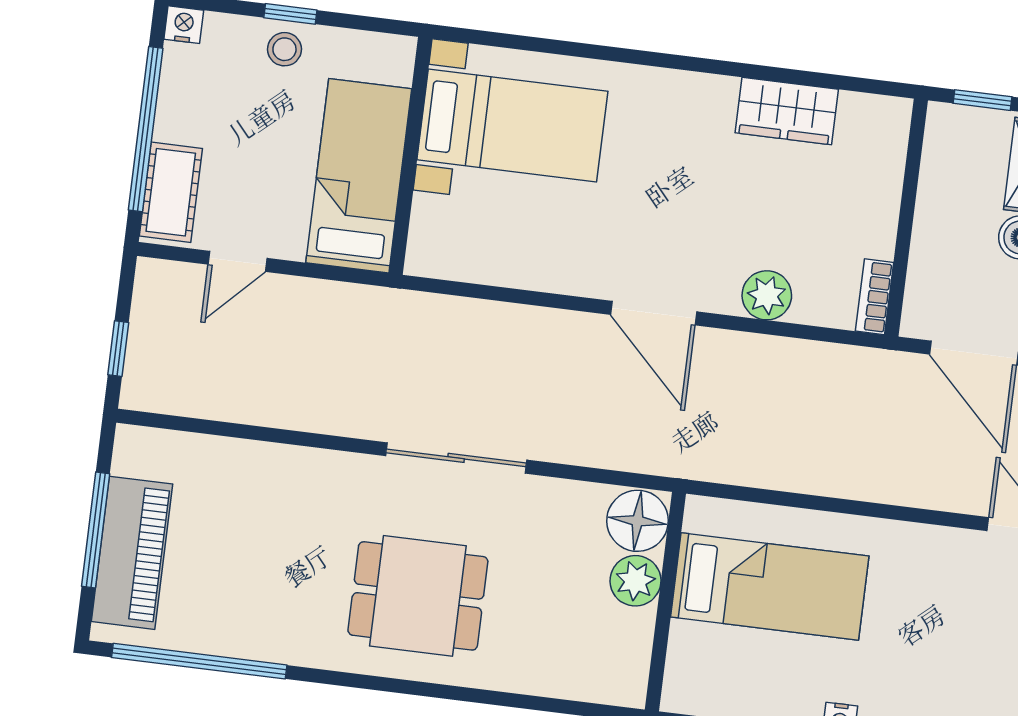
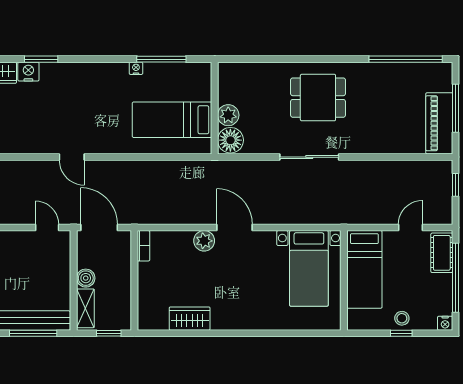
bed with nightstands: (512, 126) -> (309, 268), moved, turned -90
plant: (767, 295) -> (204, 241), moved
piano: (132, 553) -> (439, 123), moved

